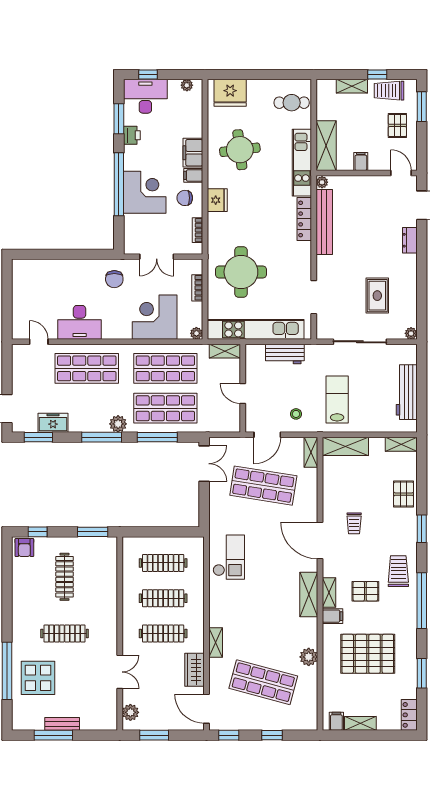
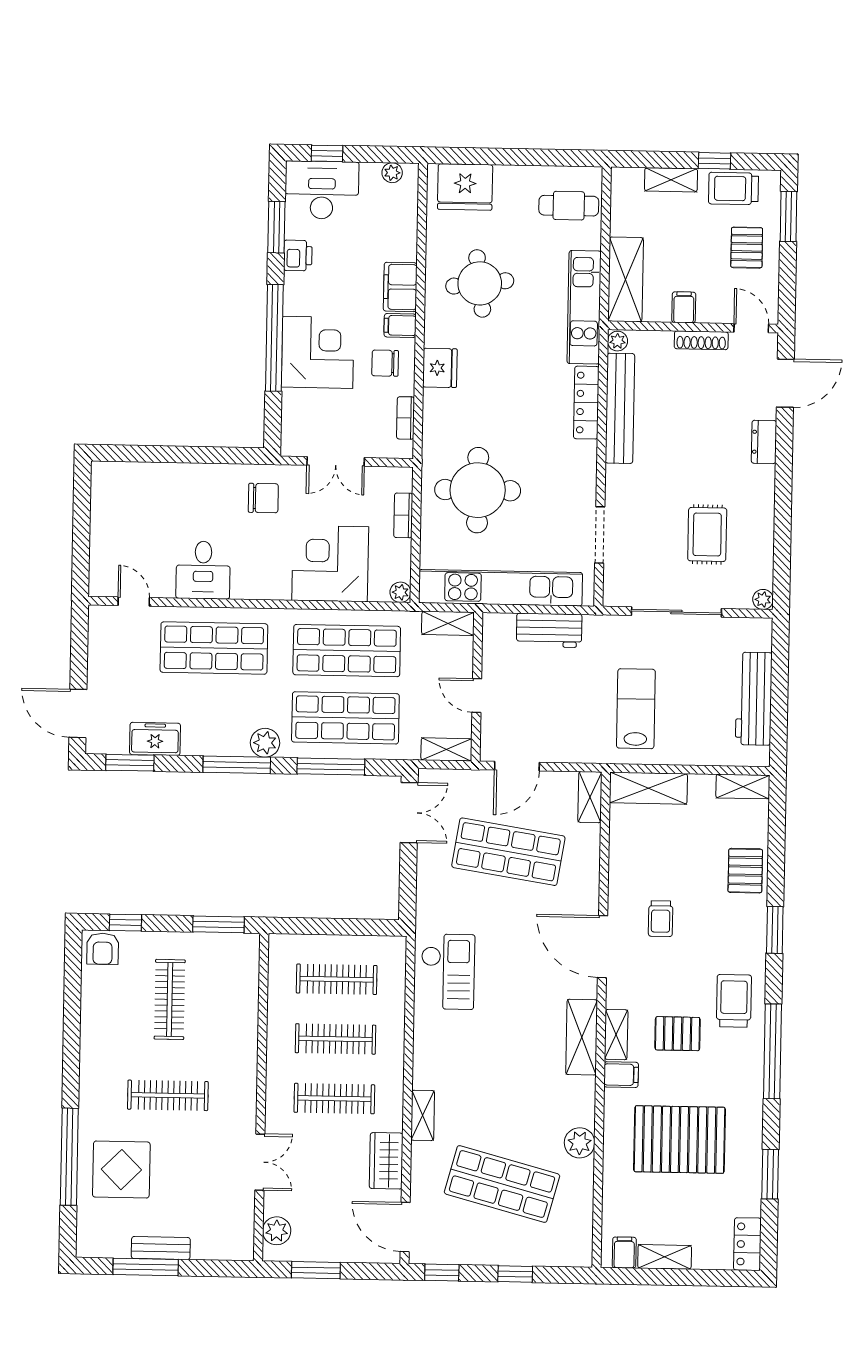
shoe rack: (372, 181) -> (701, 340), added
chair: (114, 279) -> (263, 498), turned -90
desk: (80, 322) -> (203, 570), width x0.73
stool: (296, 414) -> (566, 732), removed
shelving: (225, 426) -> (446, 749), added

